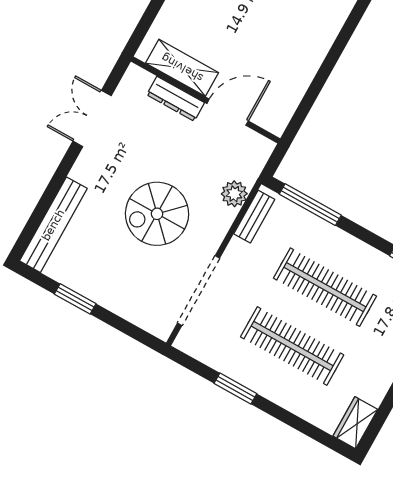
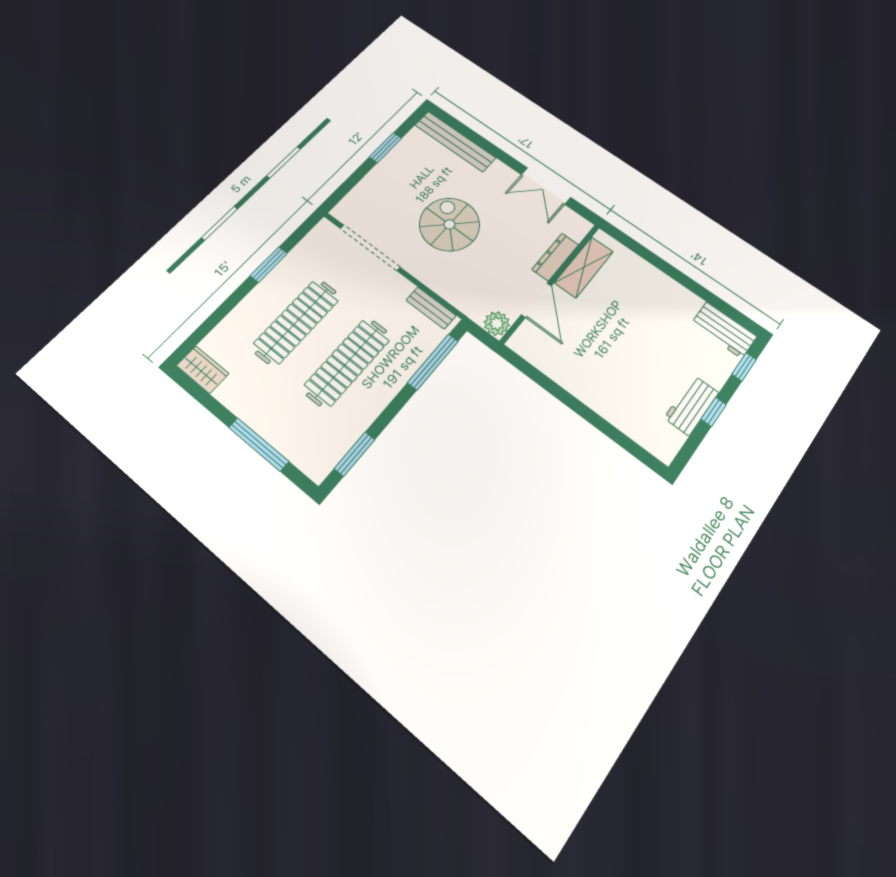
double door: (92, 118) -> (546, 186), swing flipped
plant: (234, 194) -> (497, 323), moved

